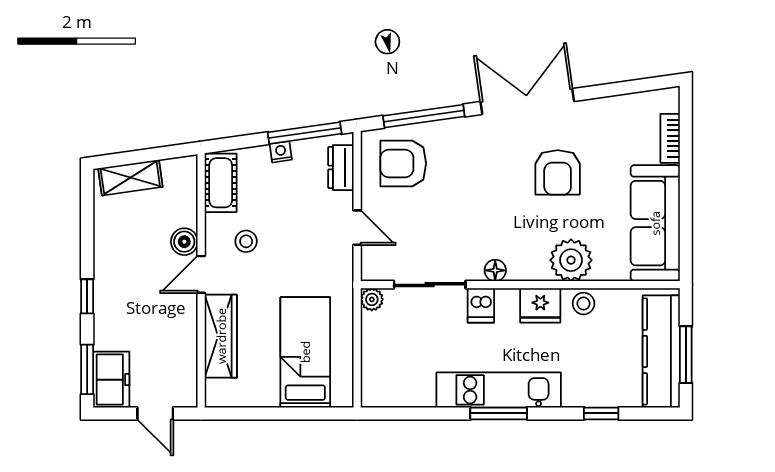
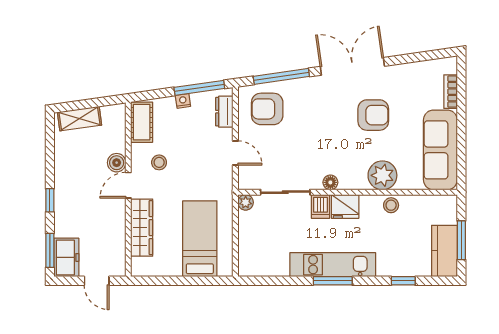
armchair: (558, 172) -> (373, 115), turned -90
fridge: (540, 305) -> (345, 206), moved
kitchen counter: (661, 351) -> (444, 251), width x0.67

